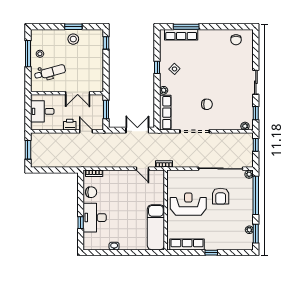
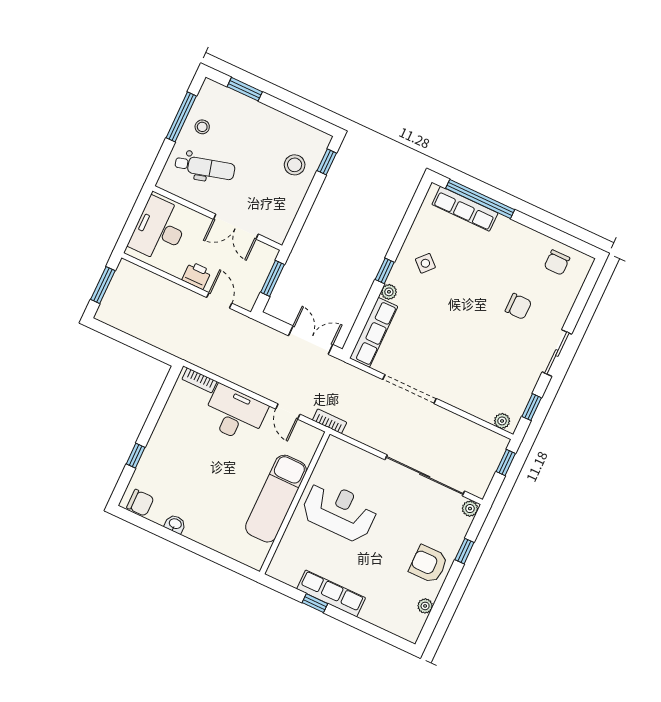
window: (73, 27) -> (245, 89), moved
window: (186, 27) -> (480, 199), width x1.46
stool: (73, 39) -> (295, 165), moved
window: (157, 67) -> (385, 271), moved
chair: (207, 104) -> (518, 306), moved
desk: (42, 111) -> (159, 230), width x1.37
chair: (91, 192) -> (140, 503), moved
window: (256, 195) -> (464, 551), width x0.32
armchair: (221, 196) -> (428, 564), moved, turned 90
desk: (95, 218) -> (235, 414), moved, turned 90
exam couch: (156, 227) -> (276, 499), moved
window: (256, 234) -> (433, 618), removed
row of seats: (187, 244) -> (331, 593), moved
window: (211, 253) -> (315, 603), moved

